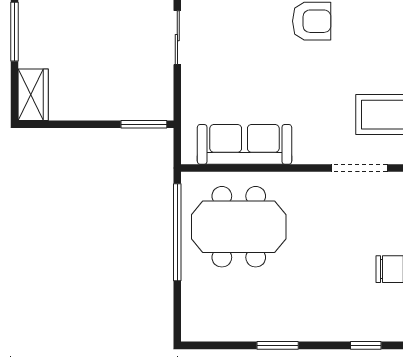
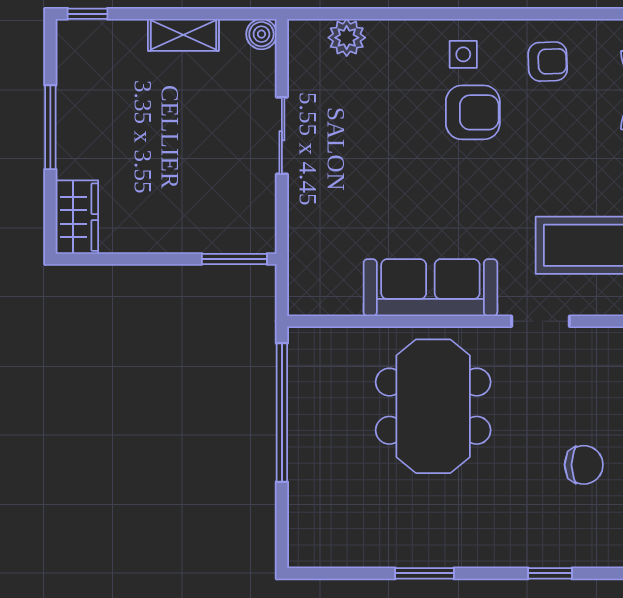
sofa: (244, 144) -> (430, 288), moved
doorway: (359, 168) -> (541, 321), width x0.73
meeting table: (239, 227) -> (433, 406), moved, turned 90

